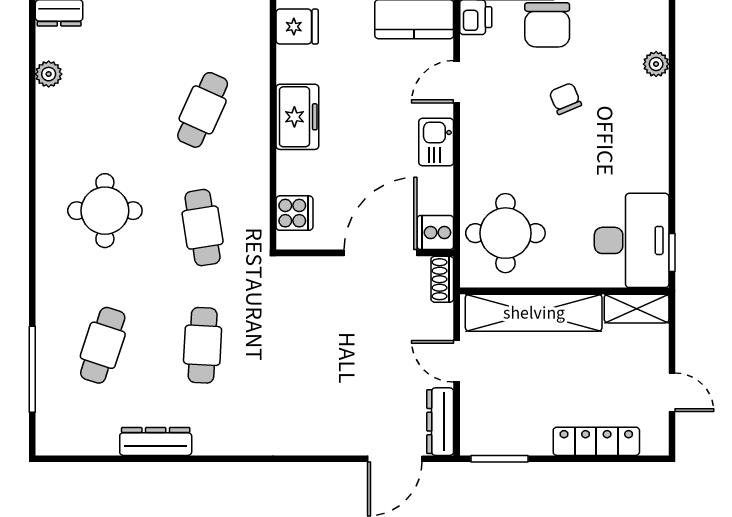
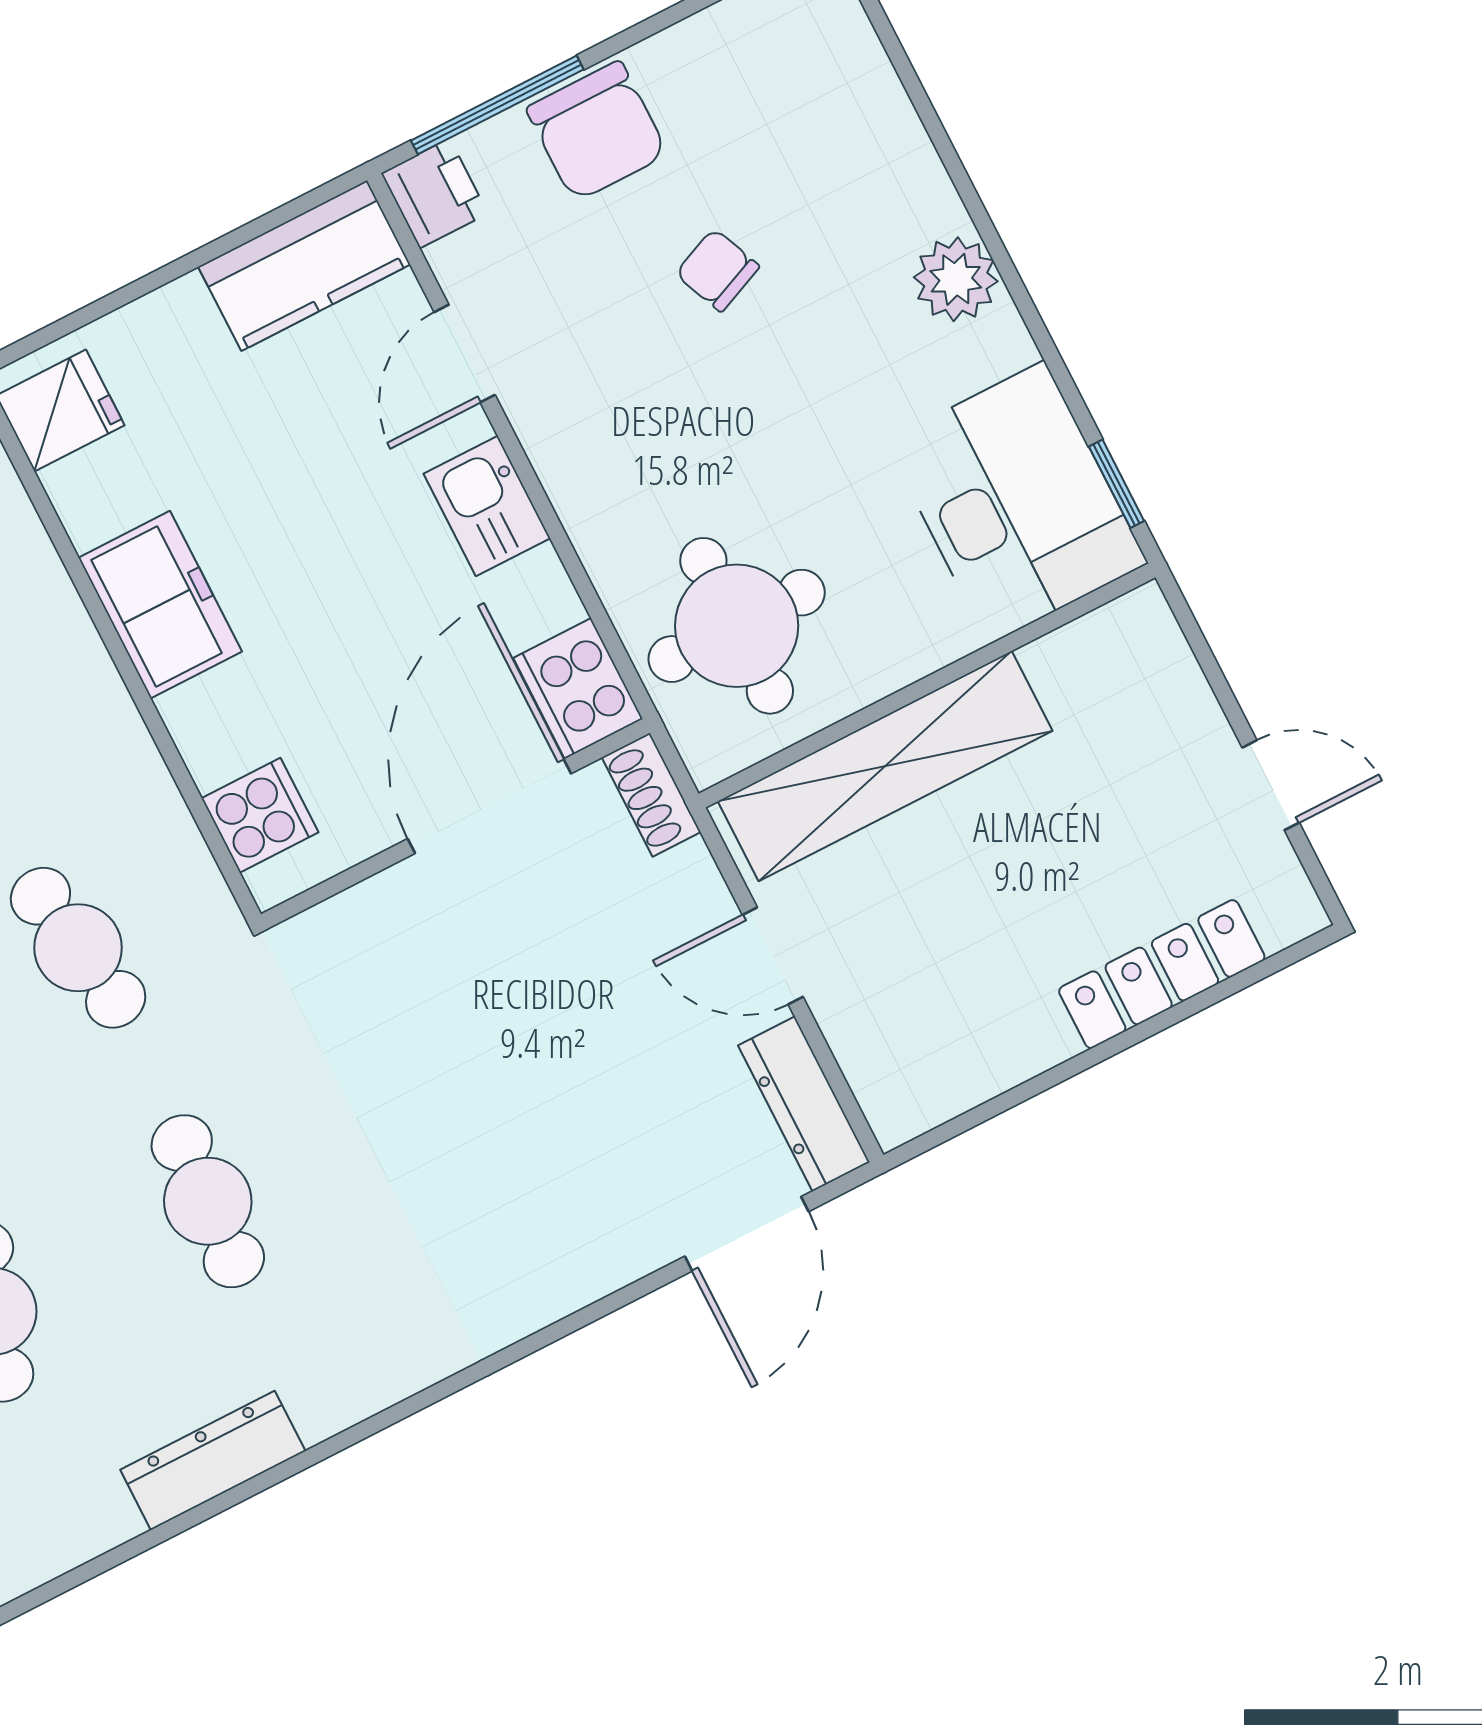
plant: (656, 64) -> (956, 279), moved, width x1.38, depth x1.38
cooker: (435, 233) -> (578, 688), width x1.36
shelving: (637, 309) -> (1102, 644), removed
window: (500, 459) -> (973, 1118), removed

